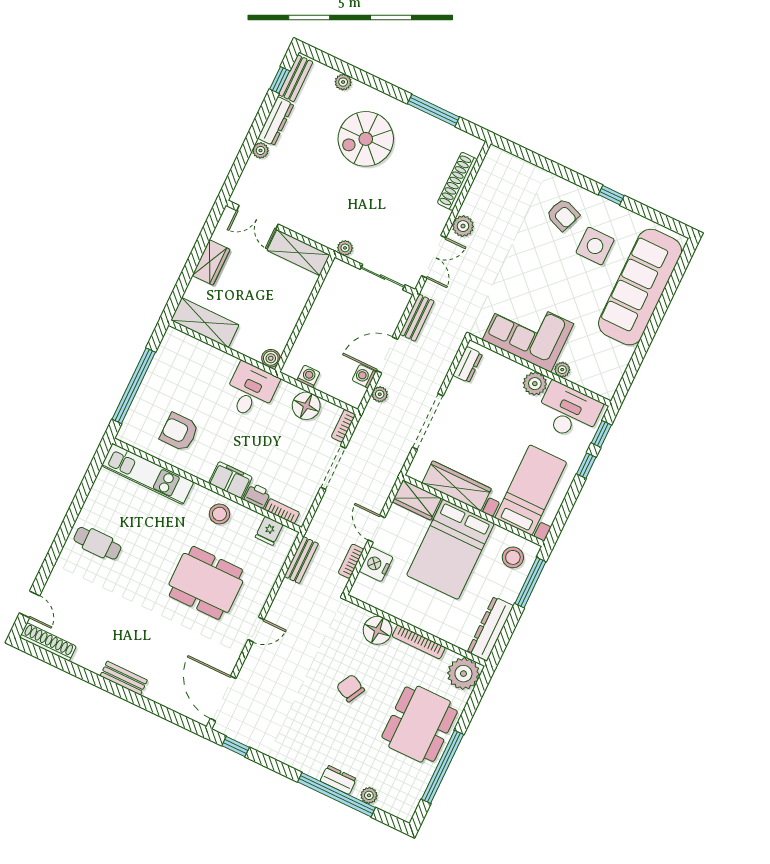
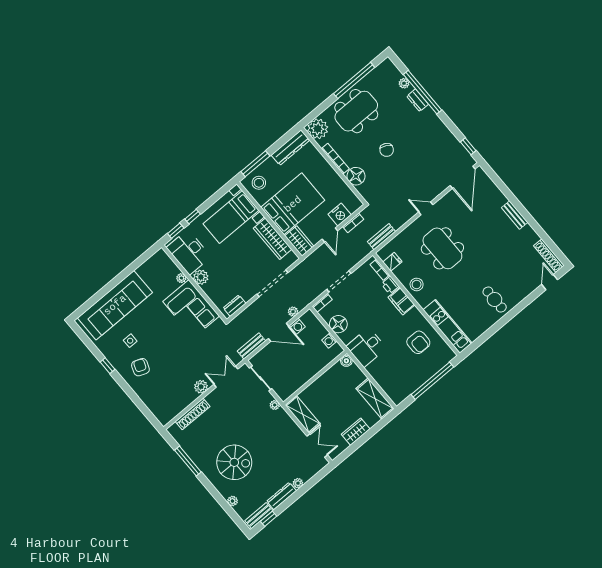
side table: (595, 246) -> (130, 341), width x0.54, depth x0.54

